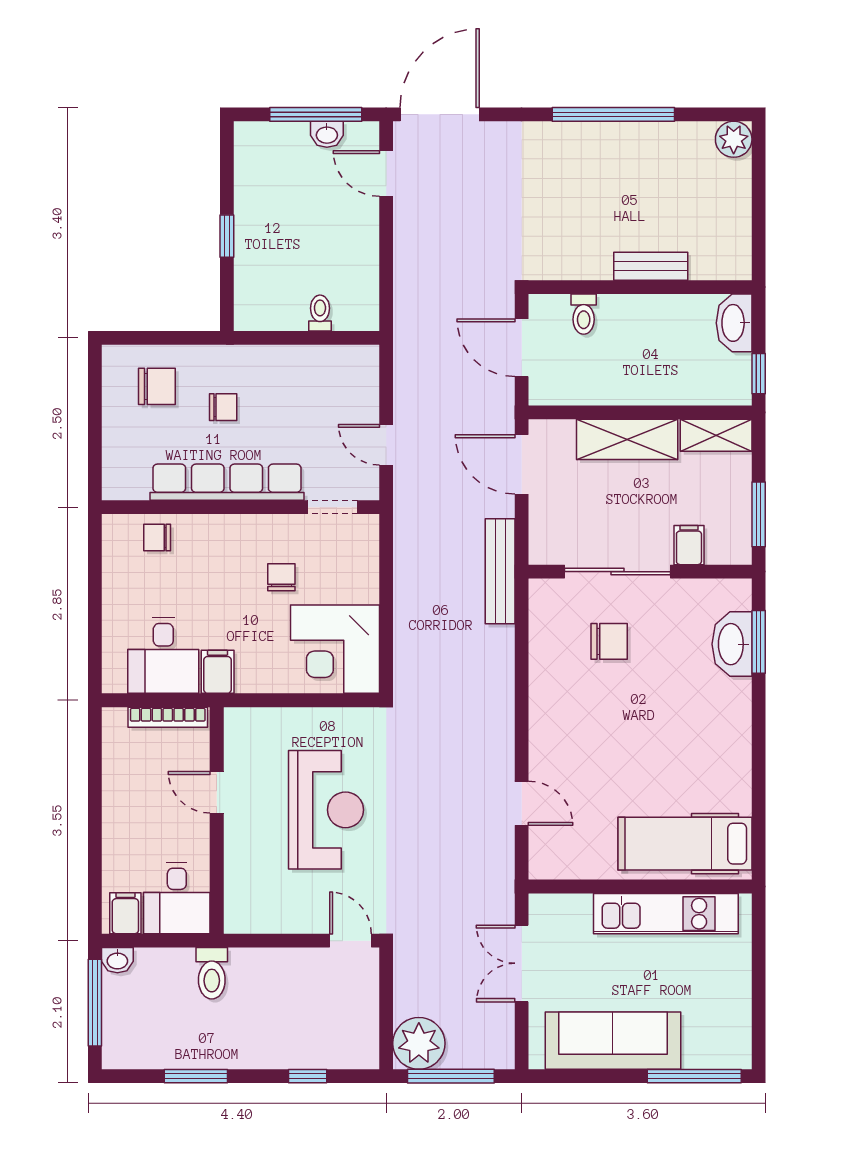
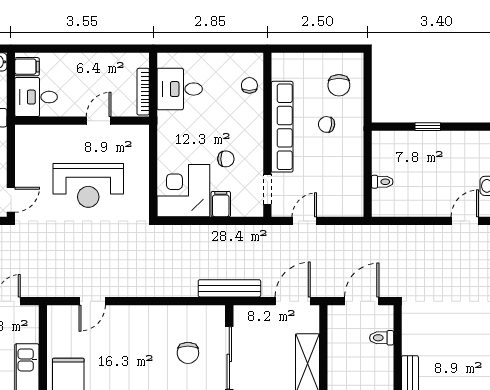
chair: (223, 407) -> (327, 124), turned 98
filing cabinet: (218, 672) -> (221, 204), moved, turned -90

